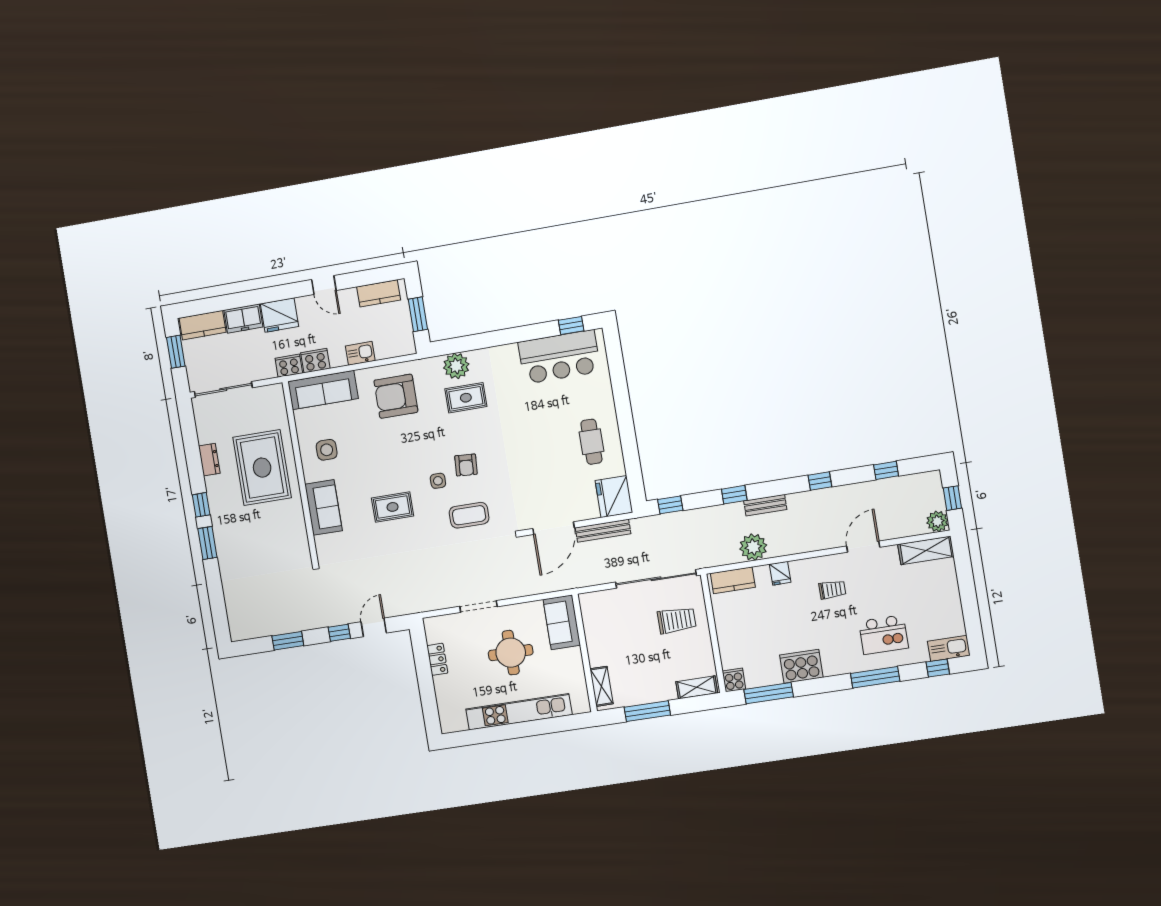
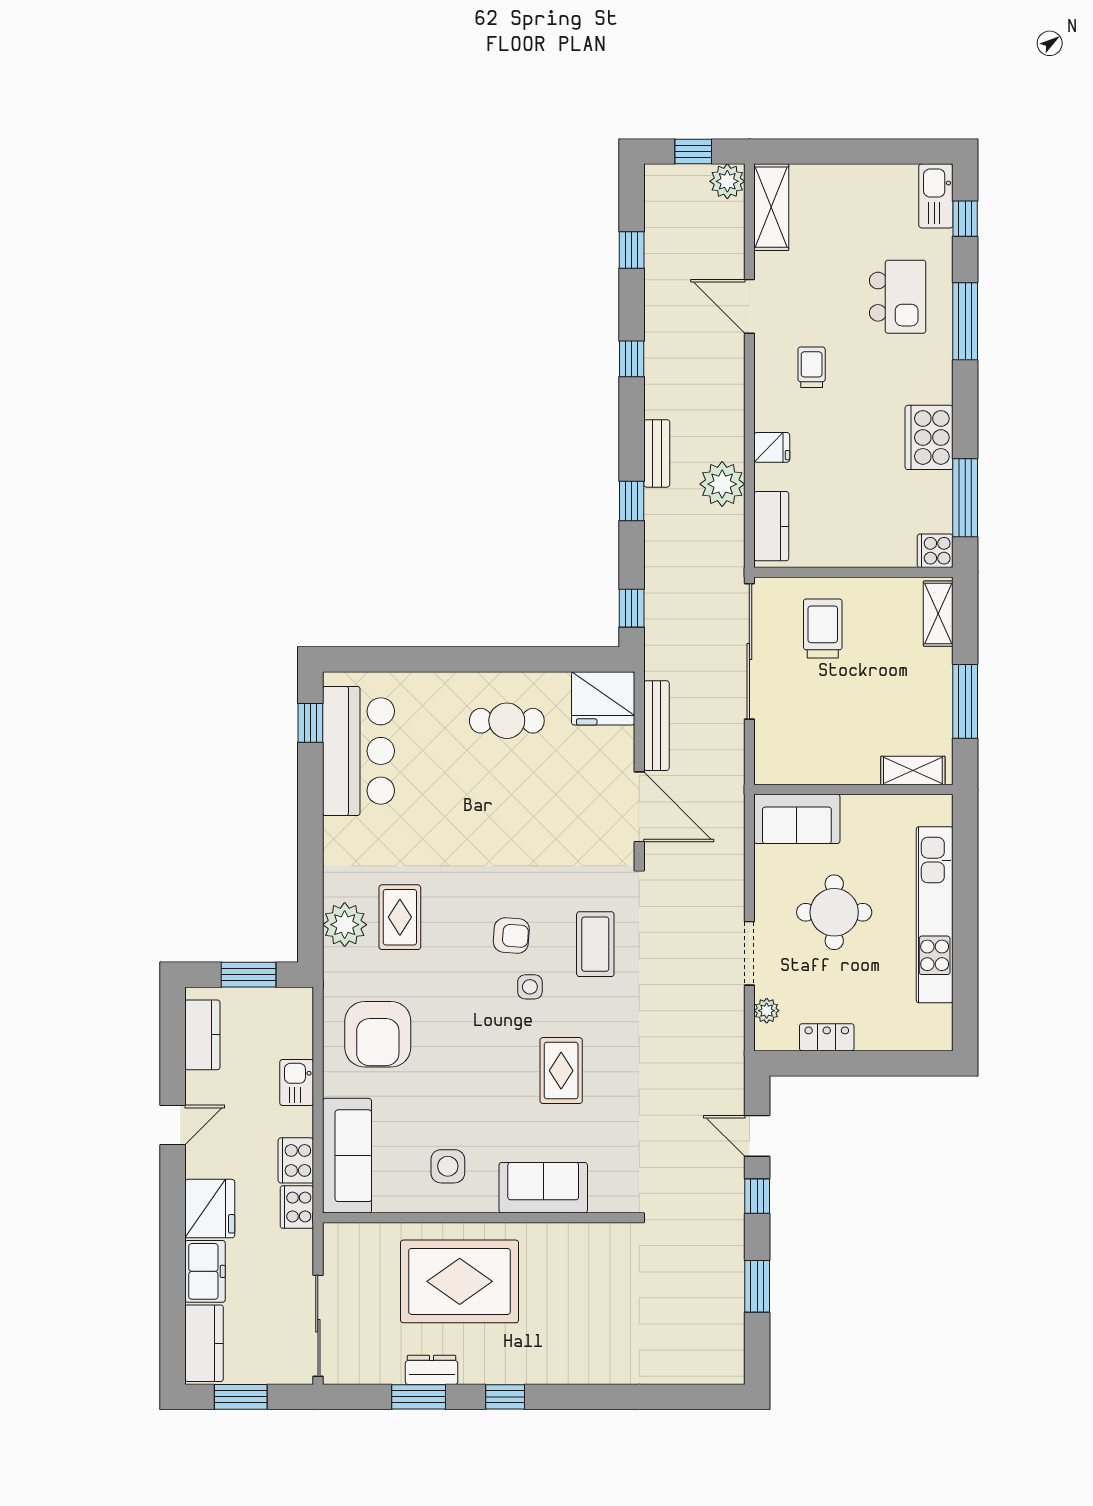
window: (207, 543) -> (419, 1397), moved
plant: (447, 622) -> (767, 1011), added

